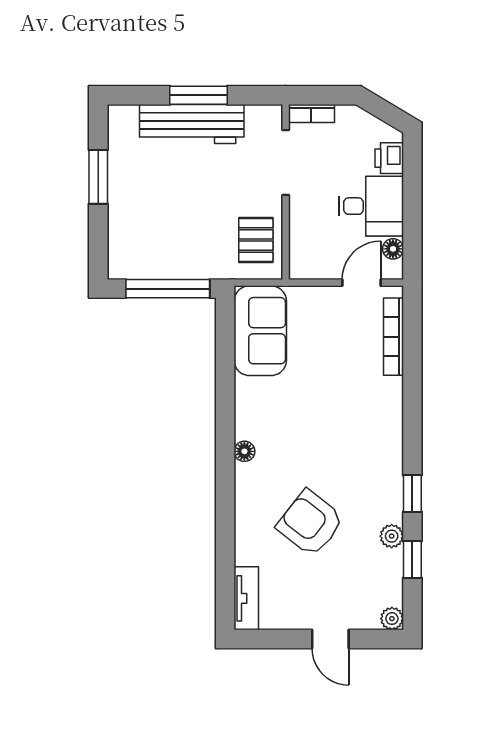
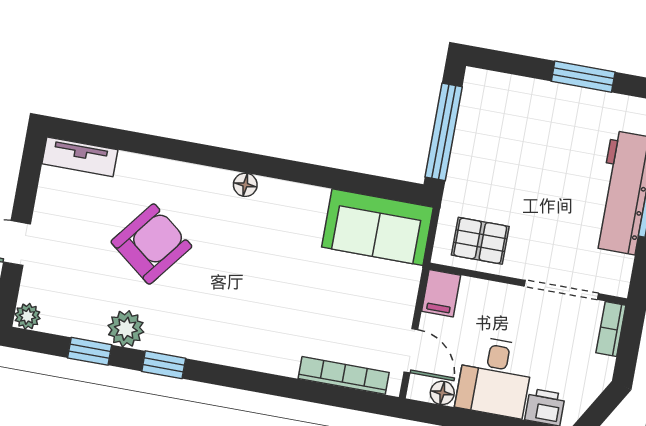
filing cabinet: (307, 265) -> (441, 293), added
plant: (392, 536) -> (126, 329), width x1.38, depth x1.38

